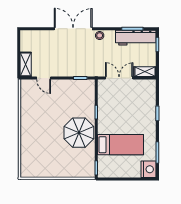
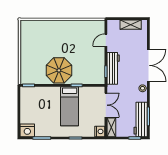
shelving: (26, 64) -> (131, 25), moved
workbench: (76, 70) -> (113, 68), added
nightstand: (150, 85) -> (100, 131), added
bed: (121, 145) -> (70, 106), moved

